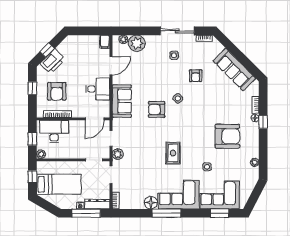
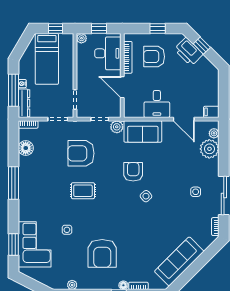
armchair: (196, 76) -> (81, 153), moved, width x1.88, depth x1.88
door: (95, 119) -> (122, 87), moved
plant: (118, 154) -> (117, 127), moved
corner sofa: (179, 194) -> (35, 197), removed
floor lamp: (151, 203) -> (26, 148), moved

